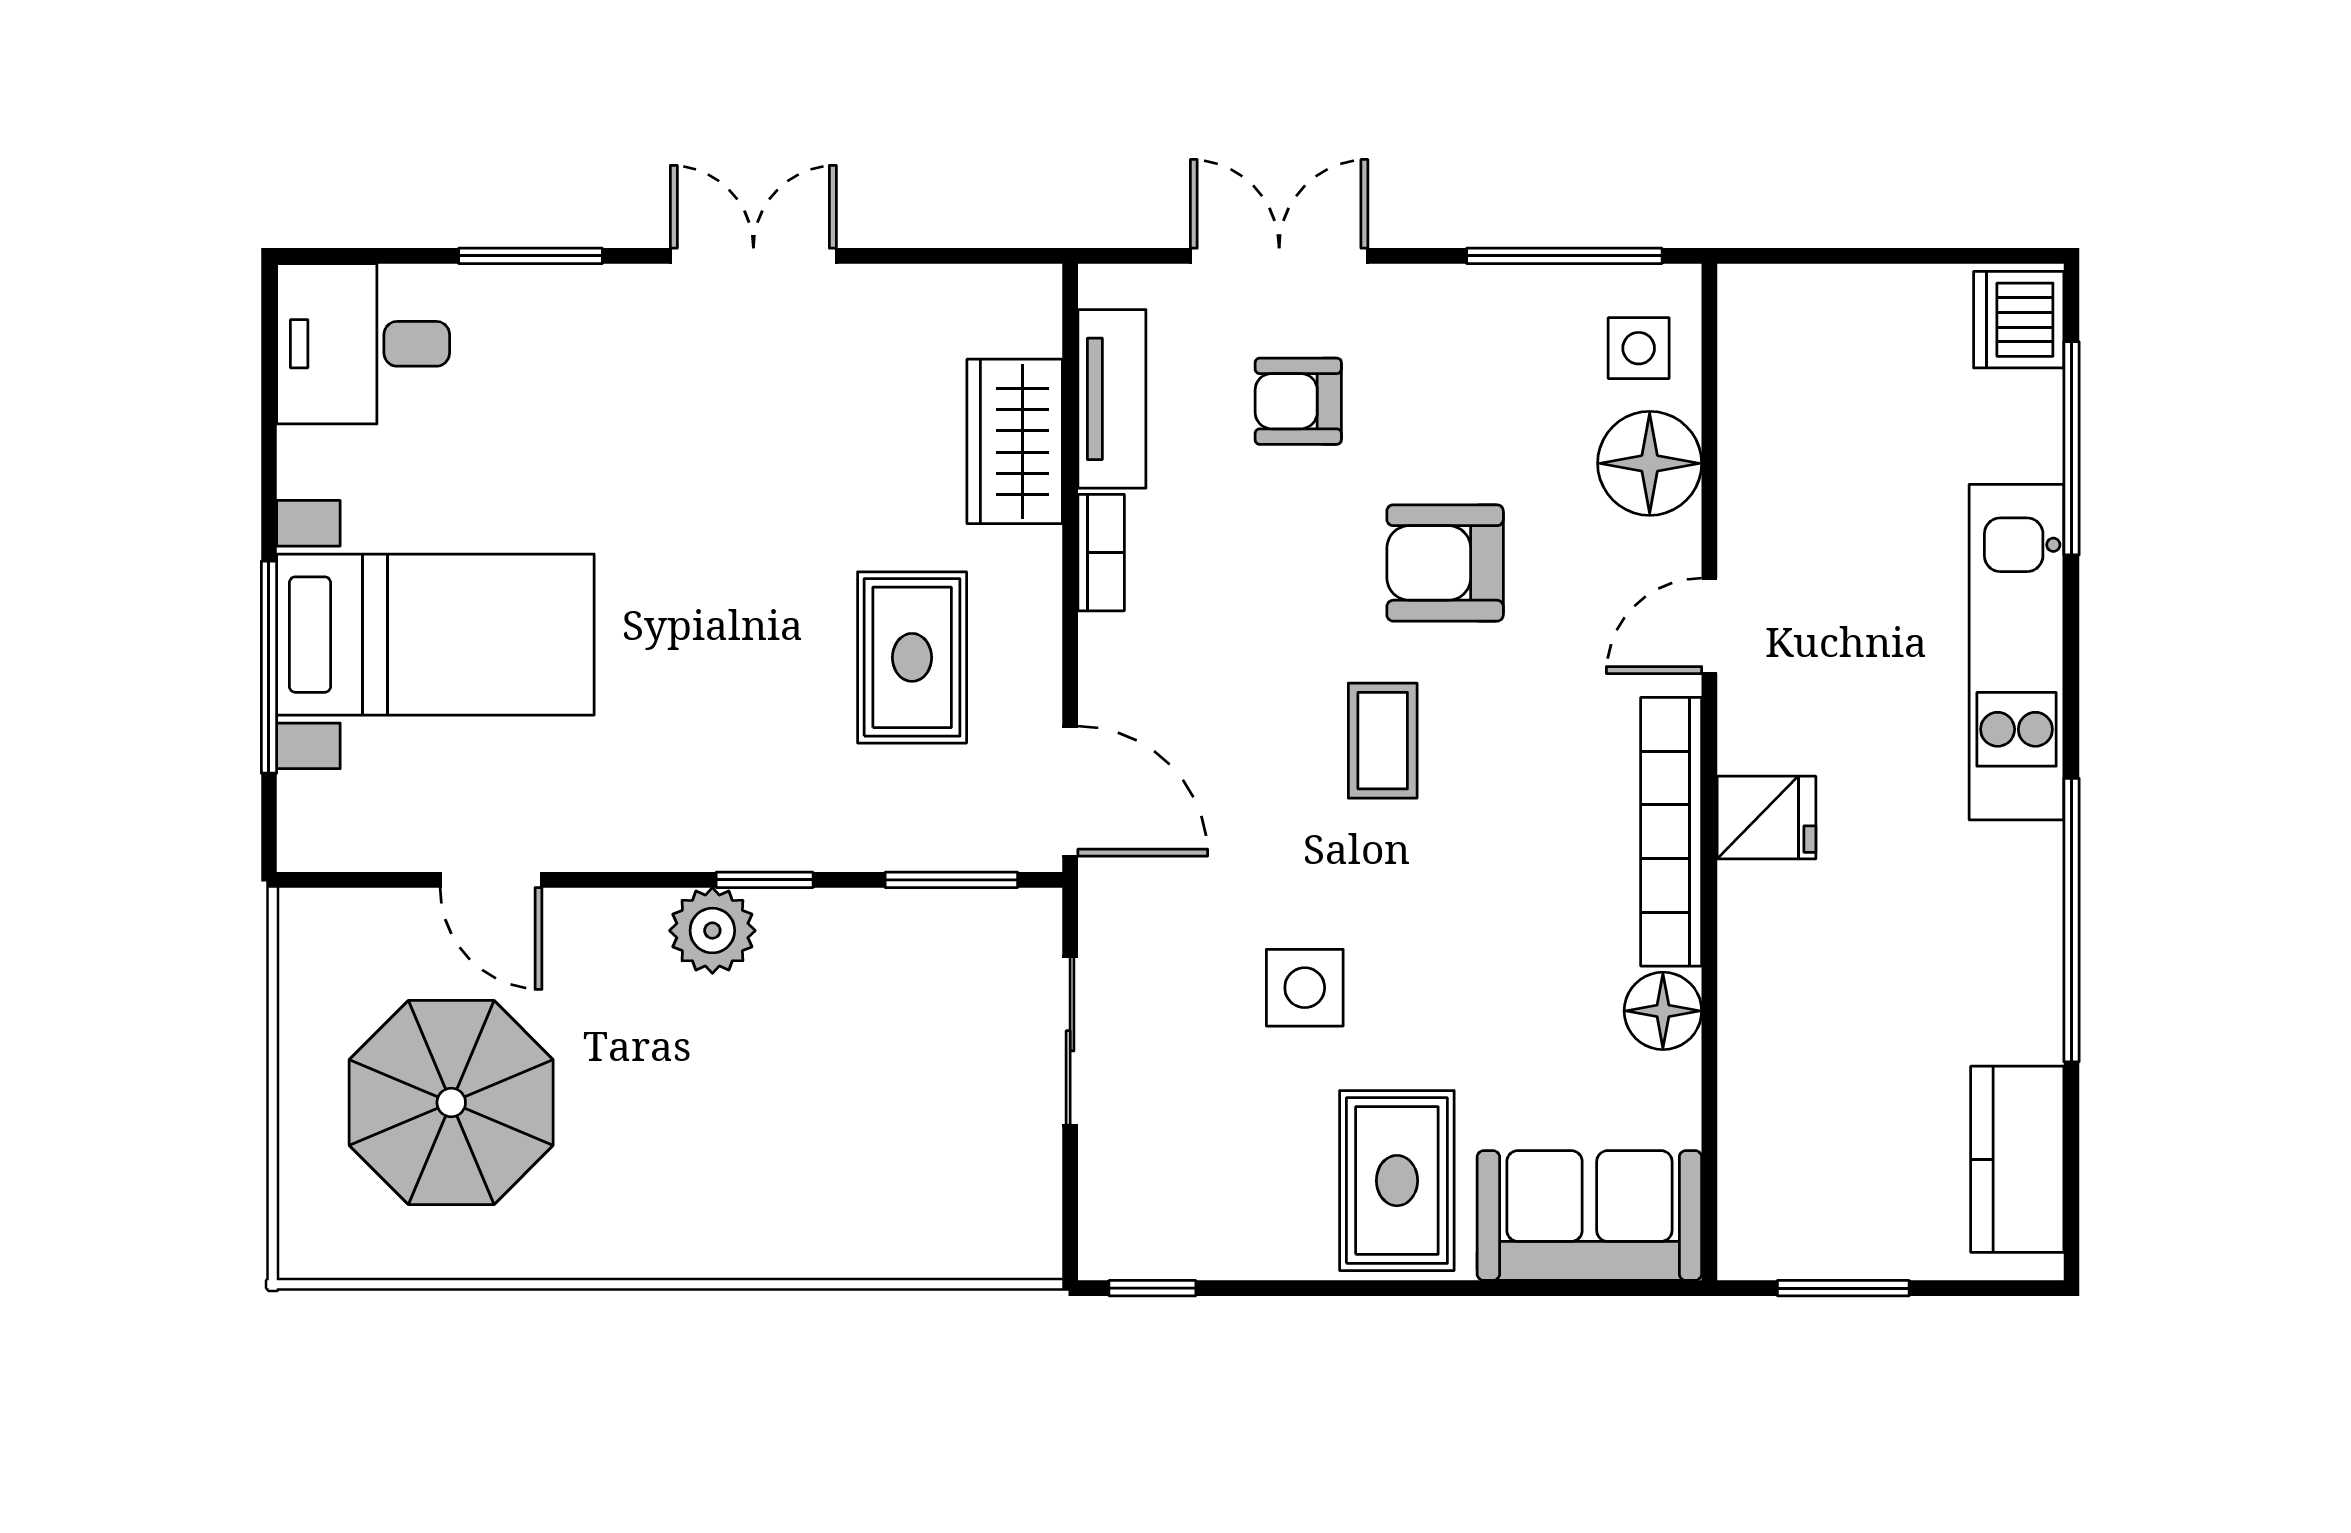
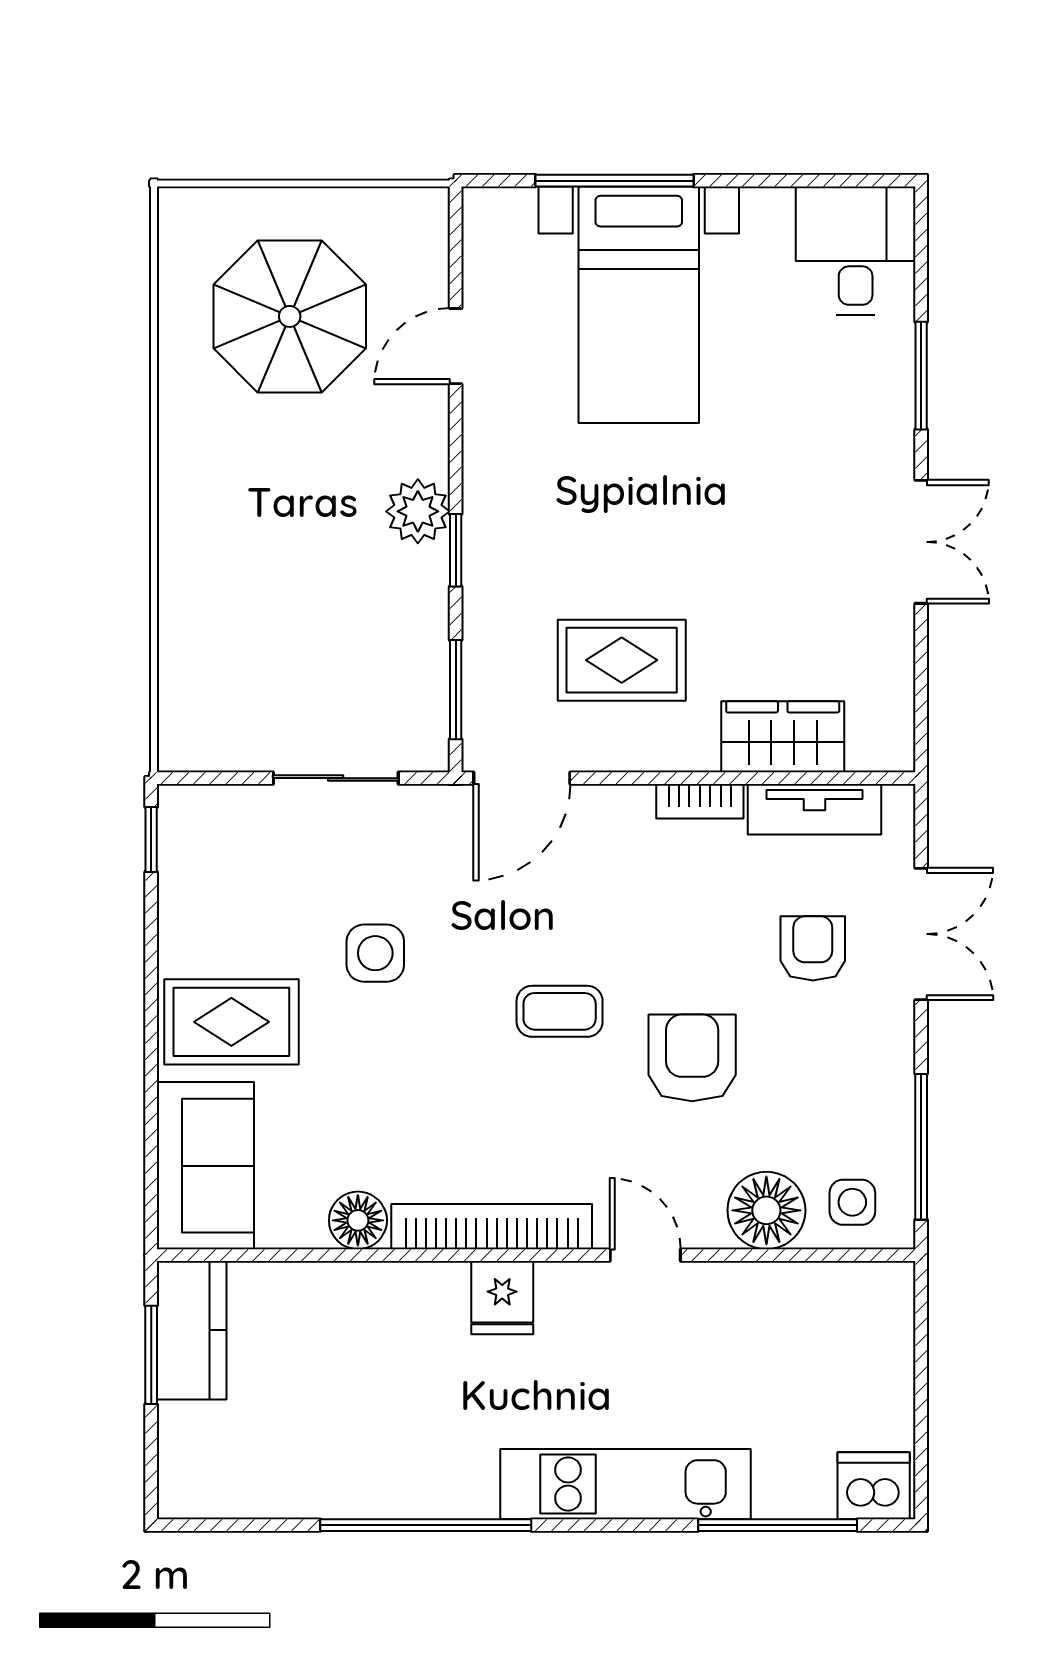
kitchen counter: (2017, 1159) -> (192, 1330), moved, turned 90

